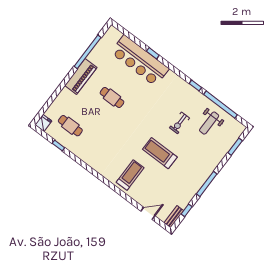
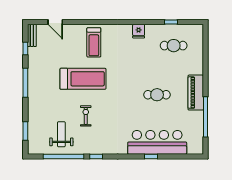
fridge: (43, 123) -> (139, 31), moved
treadmill: (160, 153) -> (83, 79), width x1.37, depth x1.38
door: (148, 213) -> (55, 22), hinge flipped

